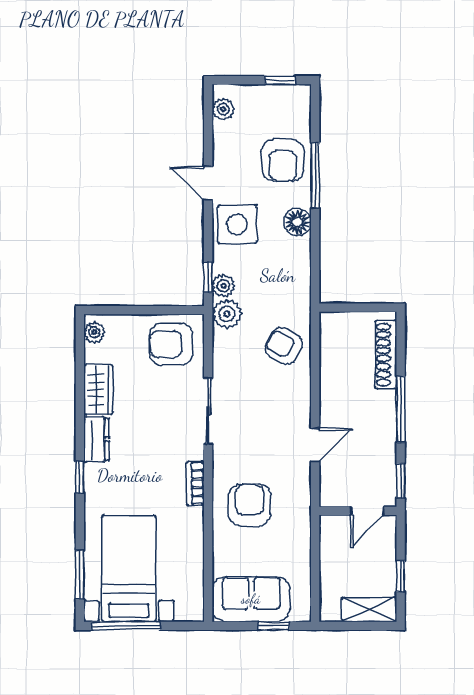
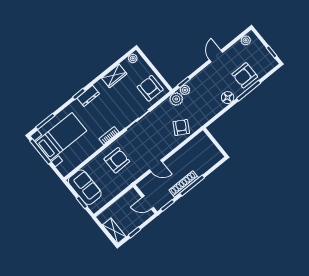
side table: (237, 224) -> (210, 77), removed
shoe rack: (386, 355) -> (184, 184), moved
dresser: (96, 439) -> (88, 96), moved

